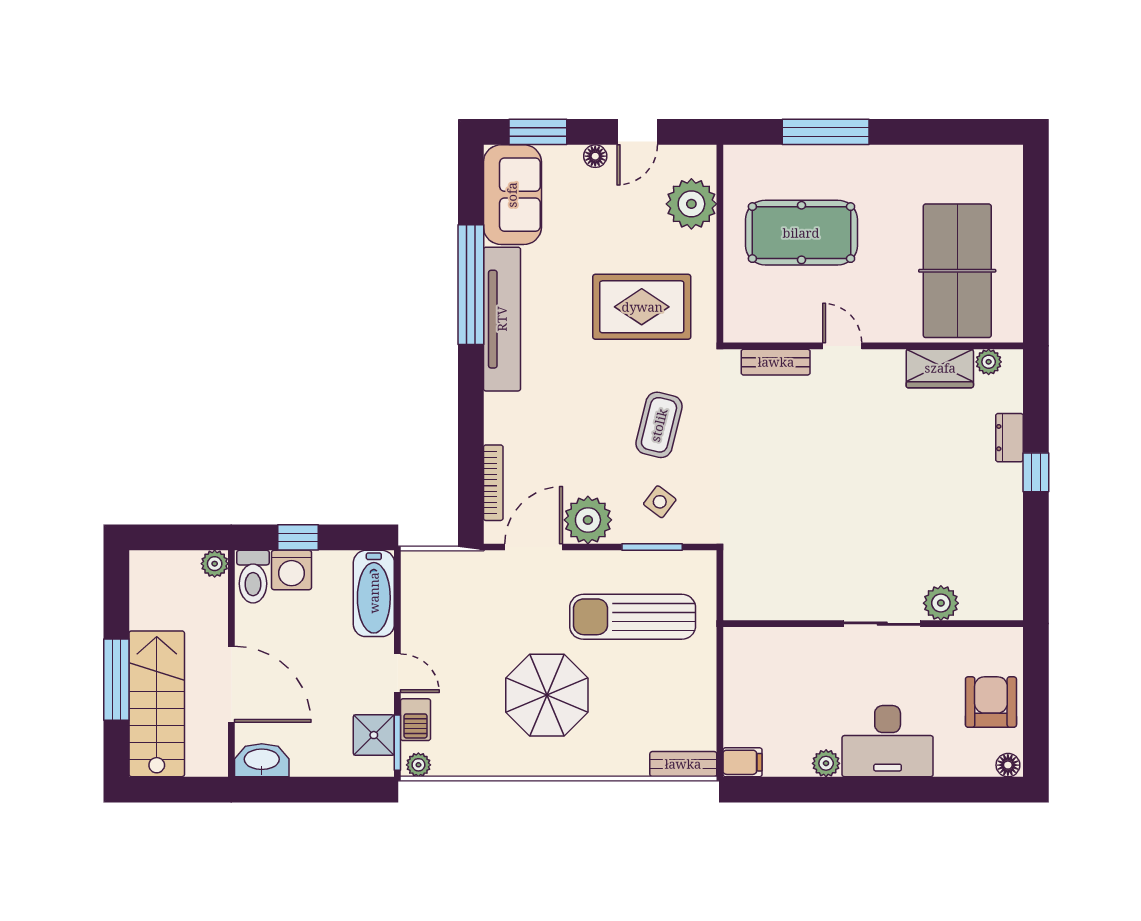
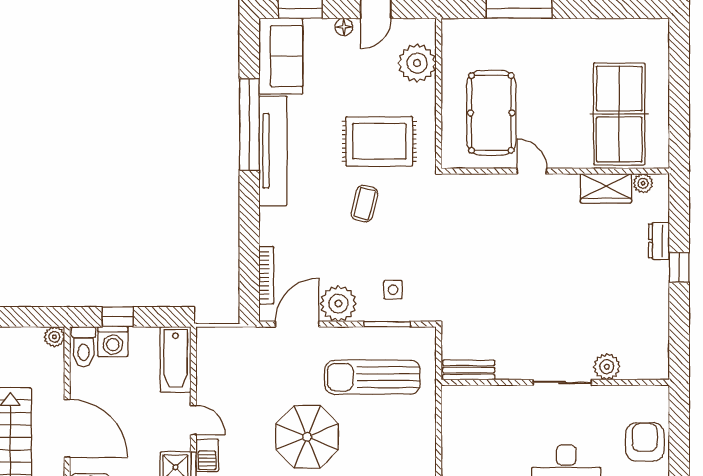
pool table: (801, 233) -> (491, 113), moved, turned 90
bench: (776, 362) -> (469, 370), moved
coffee table: (659, 425) -> (364, 204), moved, width x0.73, depth x0.77
side table: (660, 502) -> (393, 290), turned -37

